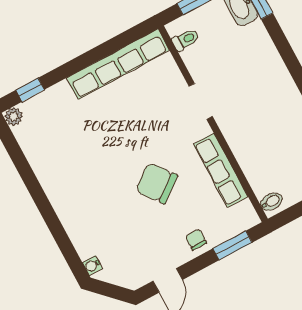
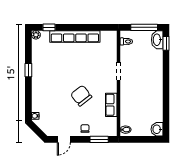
row of seats: (118, 64) -> (75, 36), moved
row of seats: (221, 170) -> (111, 105), width x0.68
window: (35, 189) -> (28, 70), added

